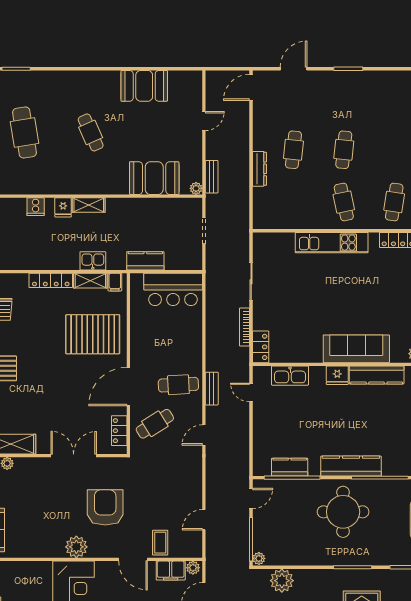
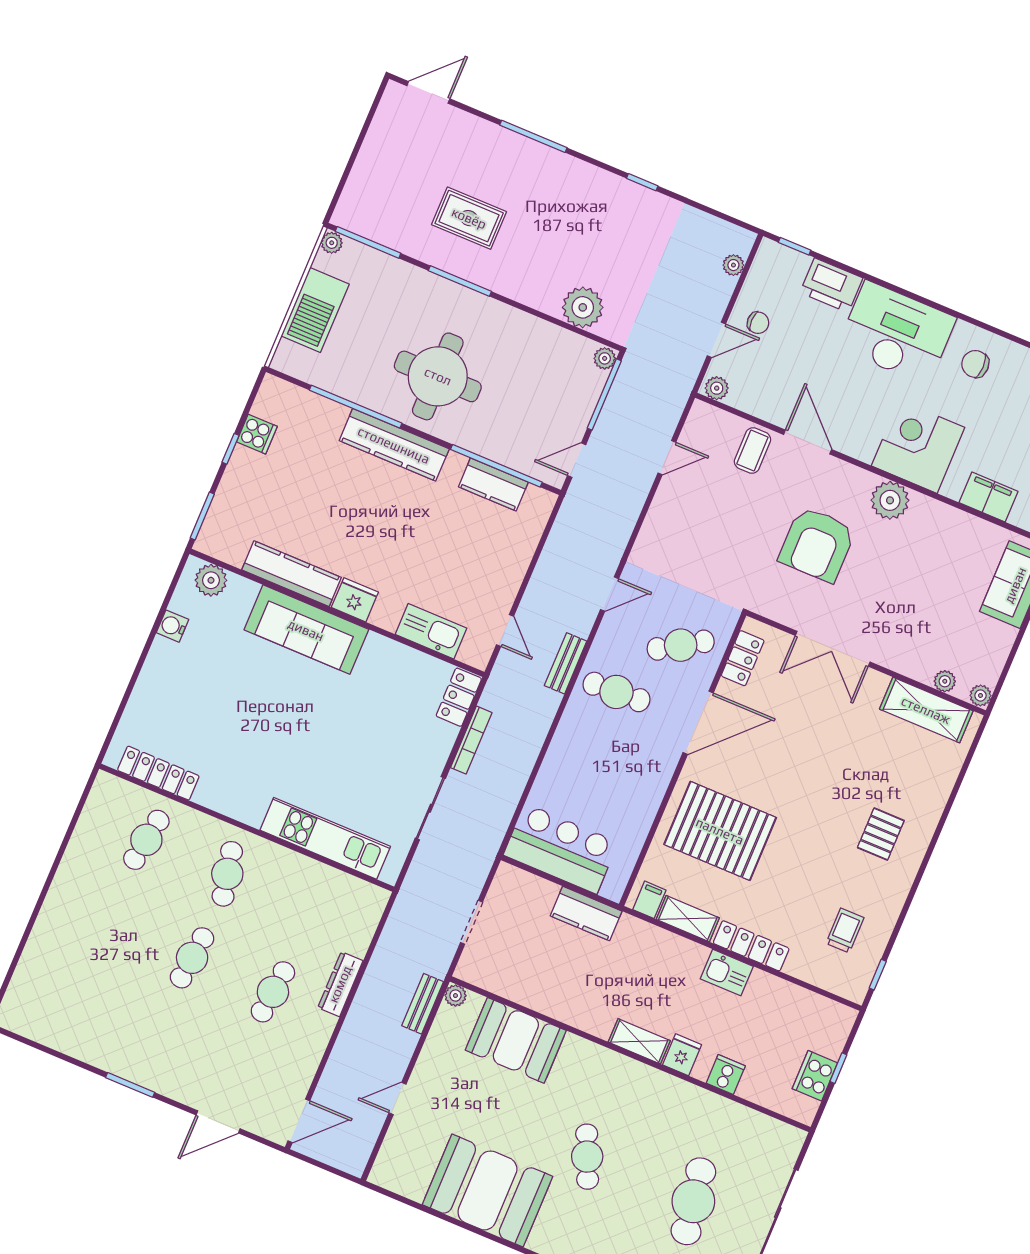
booth: (144, 86) -> (487, 1190), width x1.36, depth x1.42
kitchen unit: (332, 243) -> (325, 838), moved
kitchen sink: (93, 261) -> (727, 973), moved
filing cabinet: (171, 571) -> (988, 497), moved

